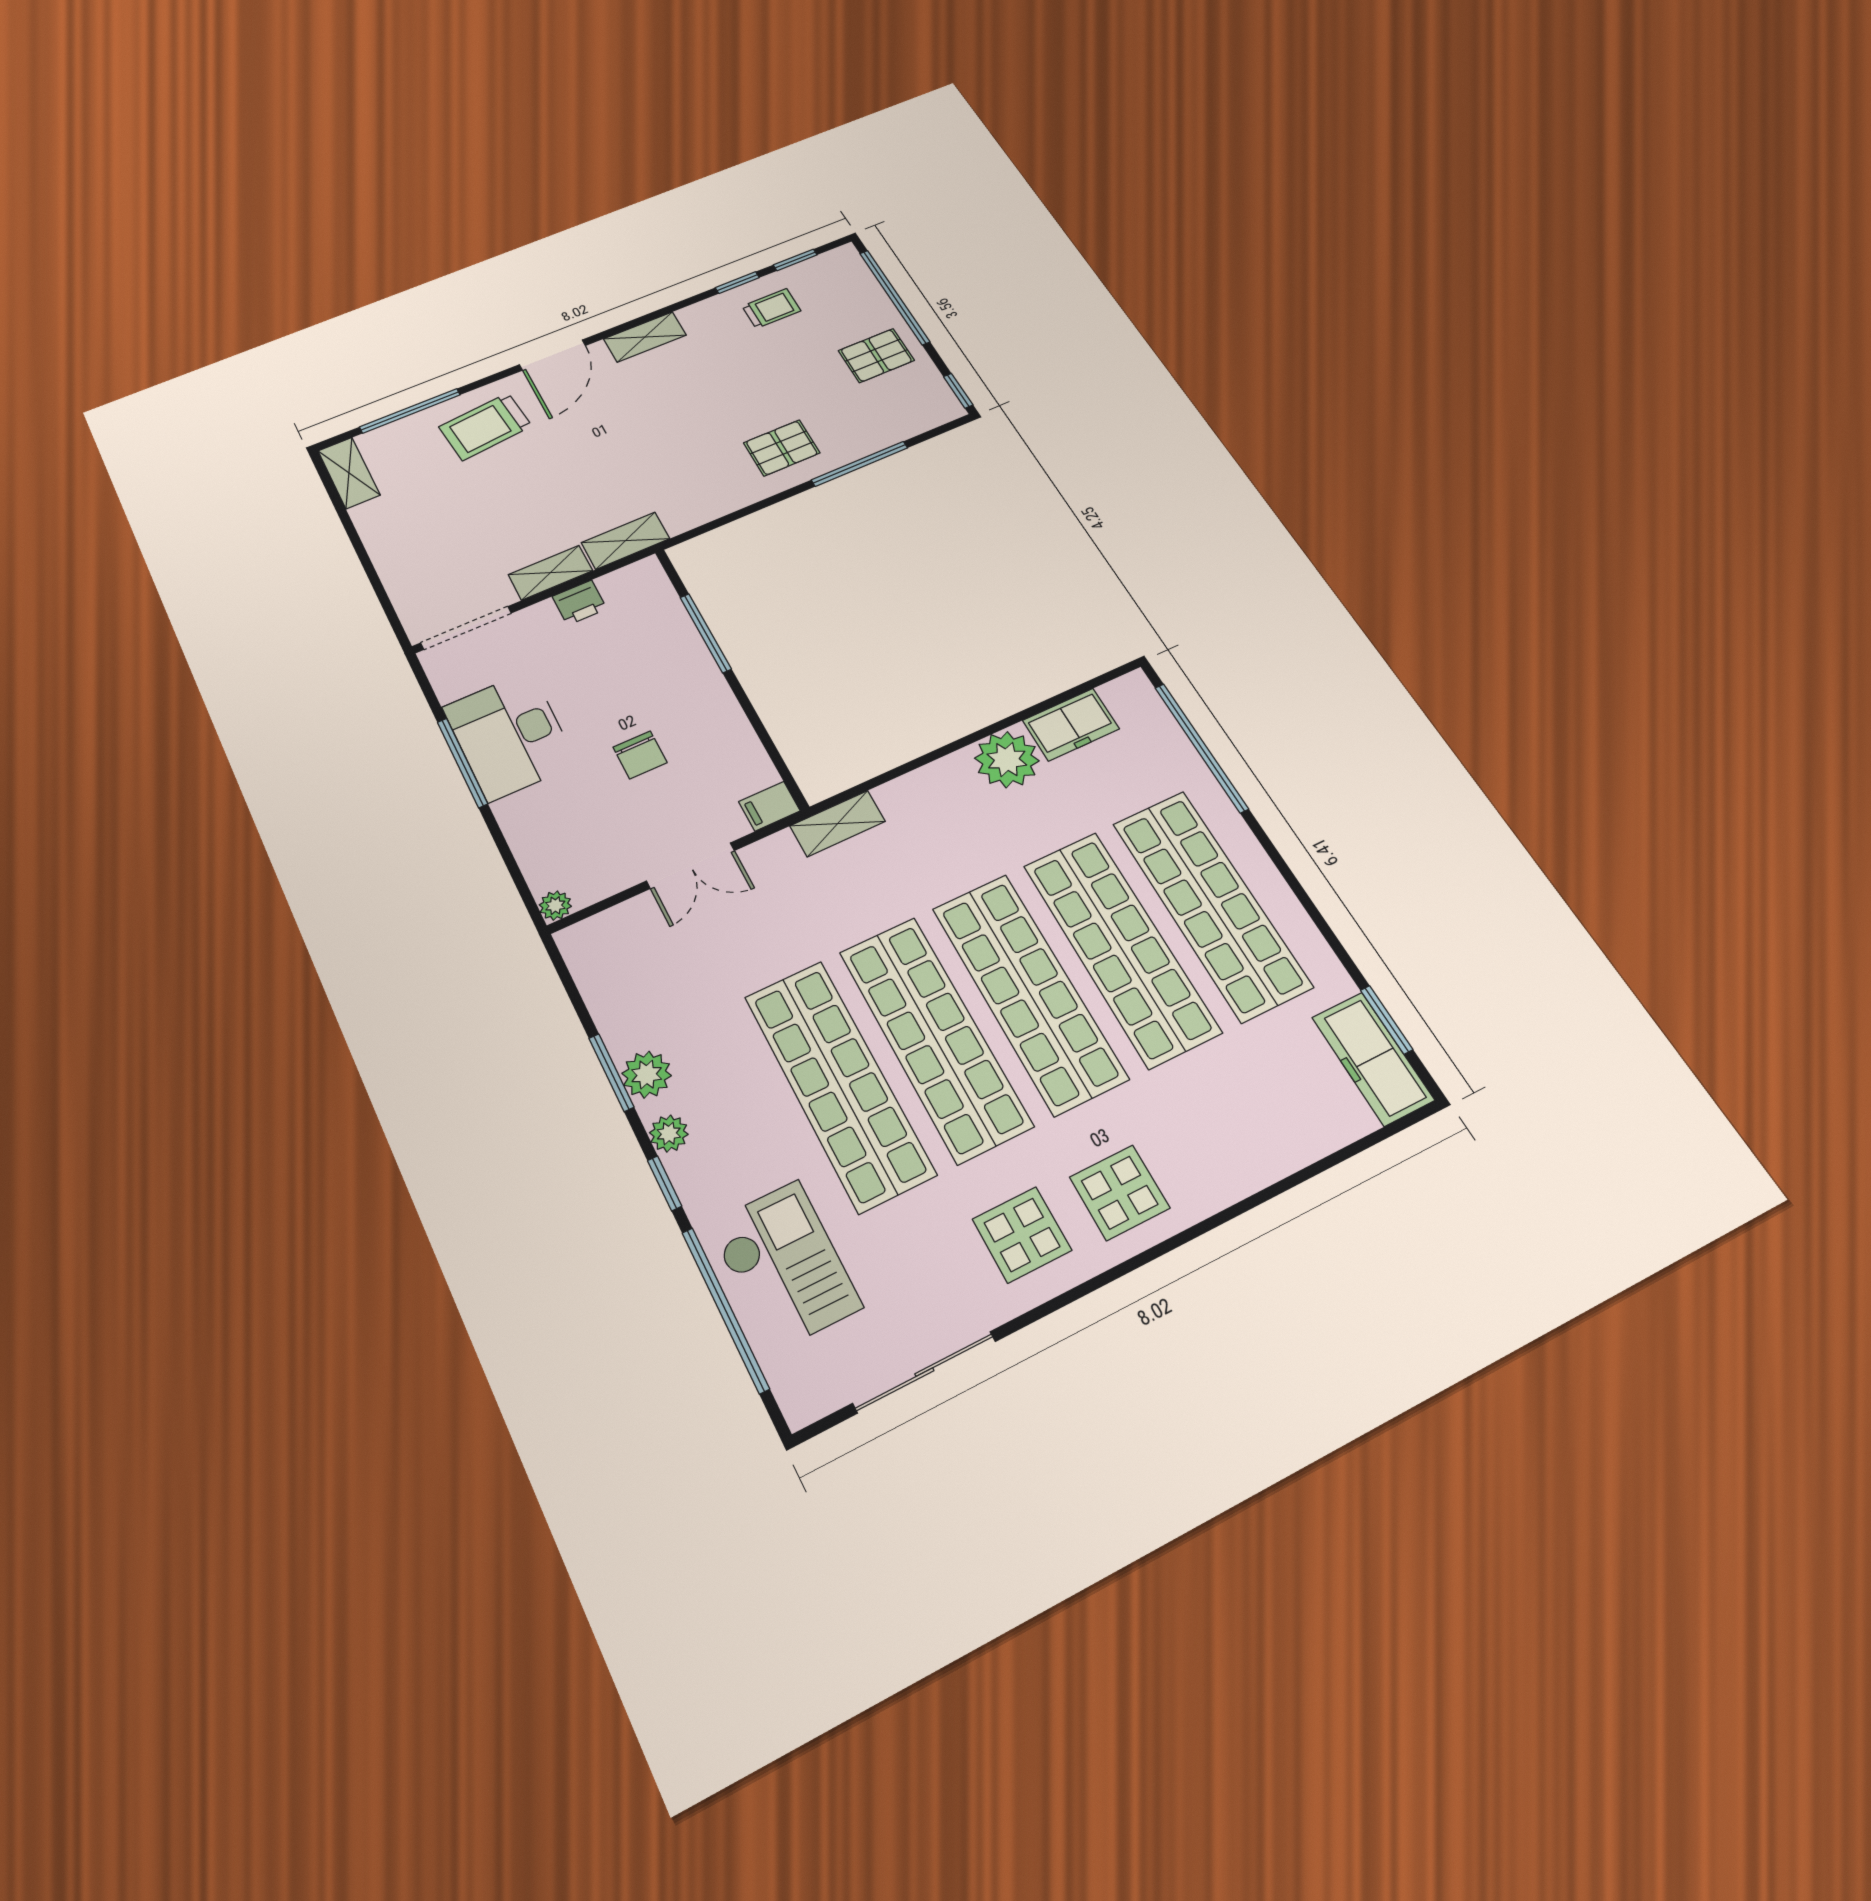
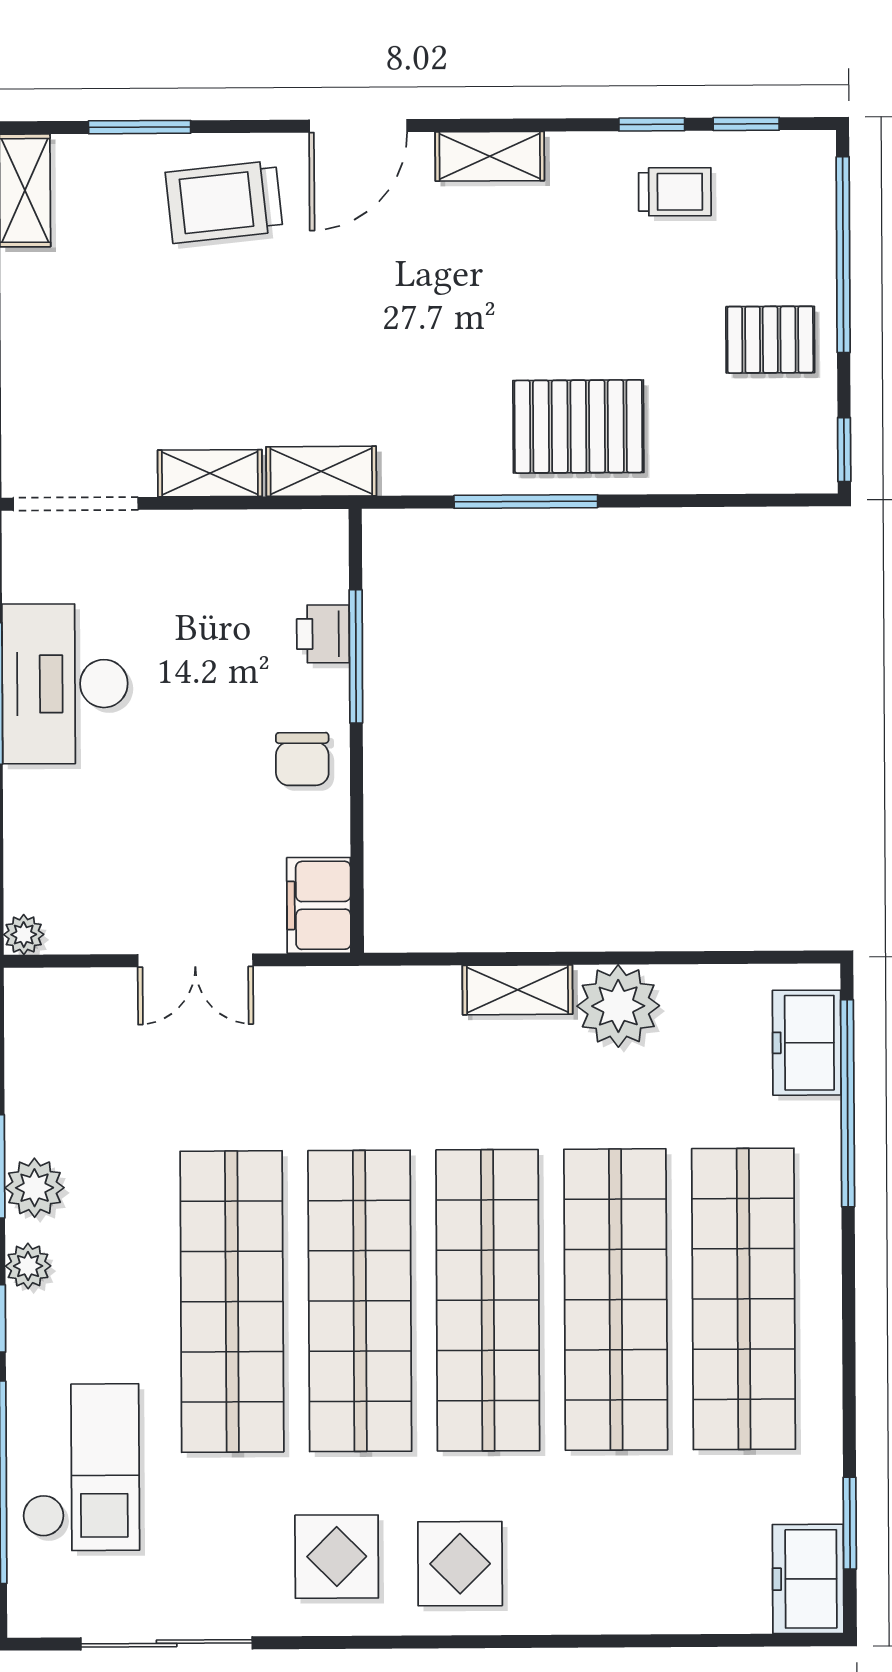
window: (410, 411) -> (140, 127), width x0.69
pallet: (782, 448) -> (578, 426), width x1.50, depth x1.42
window: (860, 464) -> (526, 501), moved
printer: (580, 603) -> (323, 634), moved, turned 90
freezer: (1071, 725) -> (807, 1043), moved, turned 90
chair: (640, 755) -> (302, 759), moved
filing cabinet: (769, 806) -> (319, 905), width x2.00
shelving: (838, 824) -> (517, 990), moved
freezer: (1373, 1059) -> (808, 1579), width x0.71

